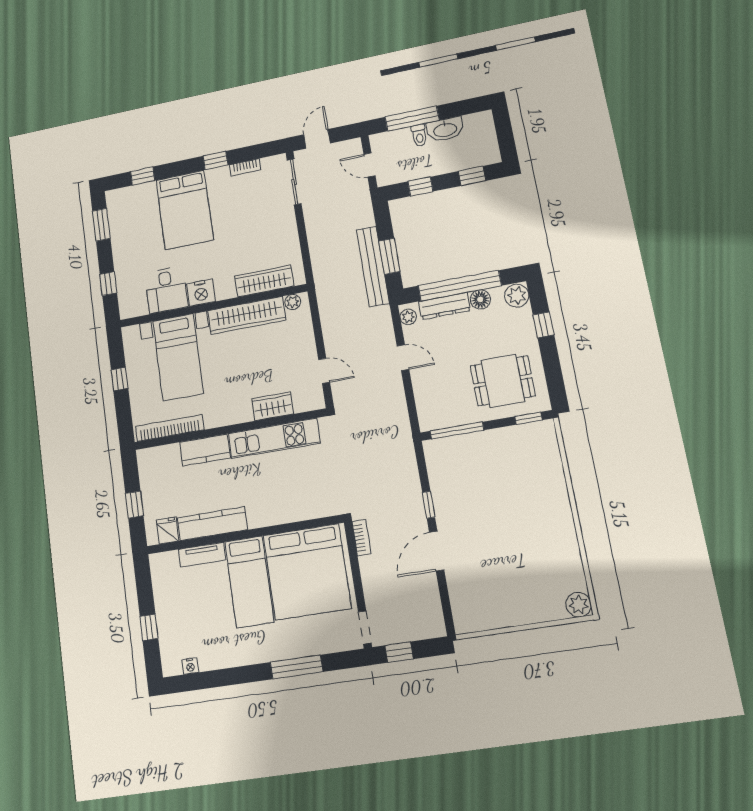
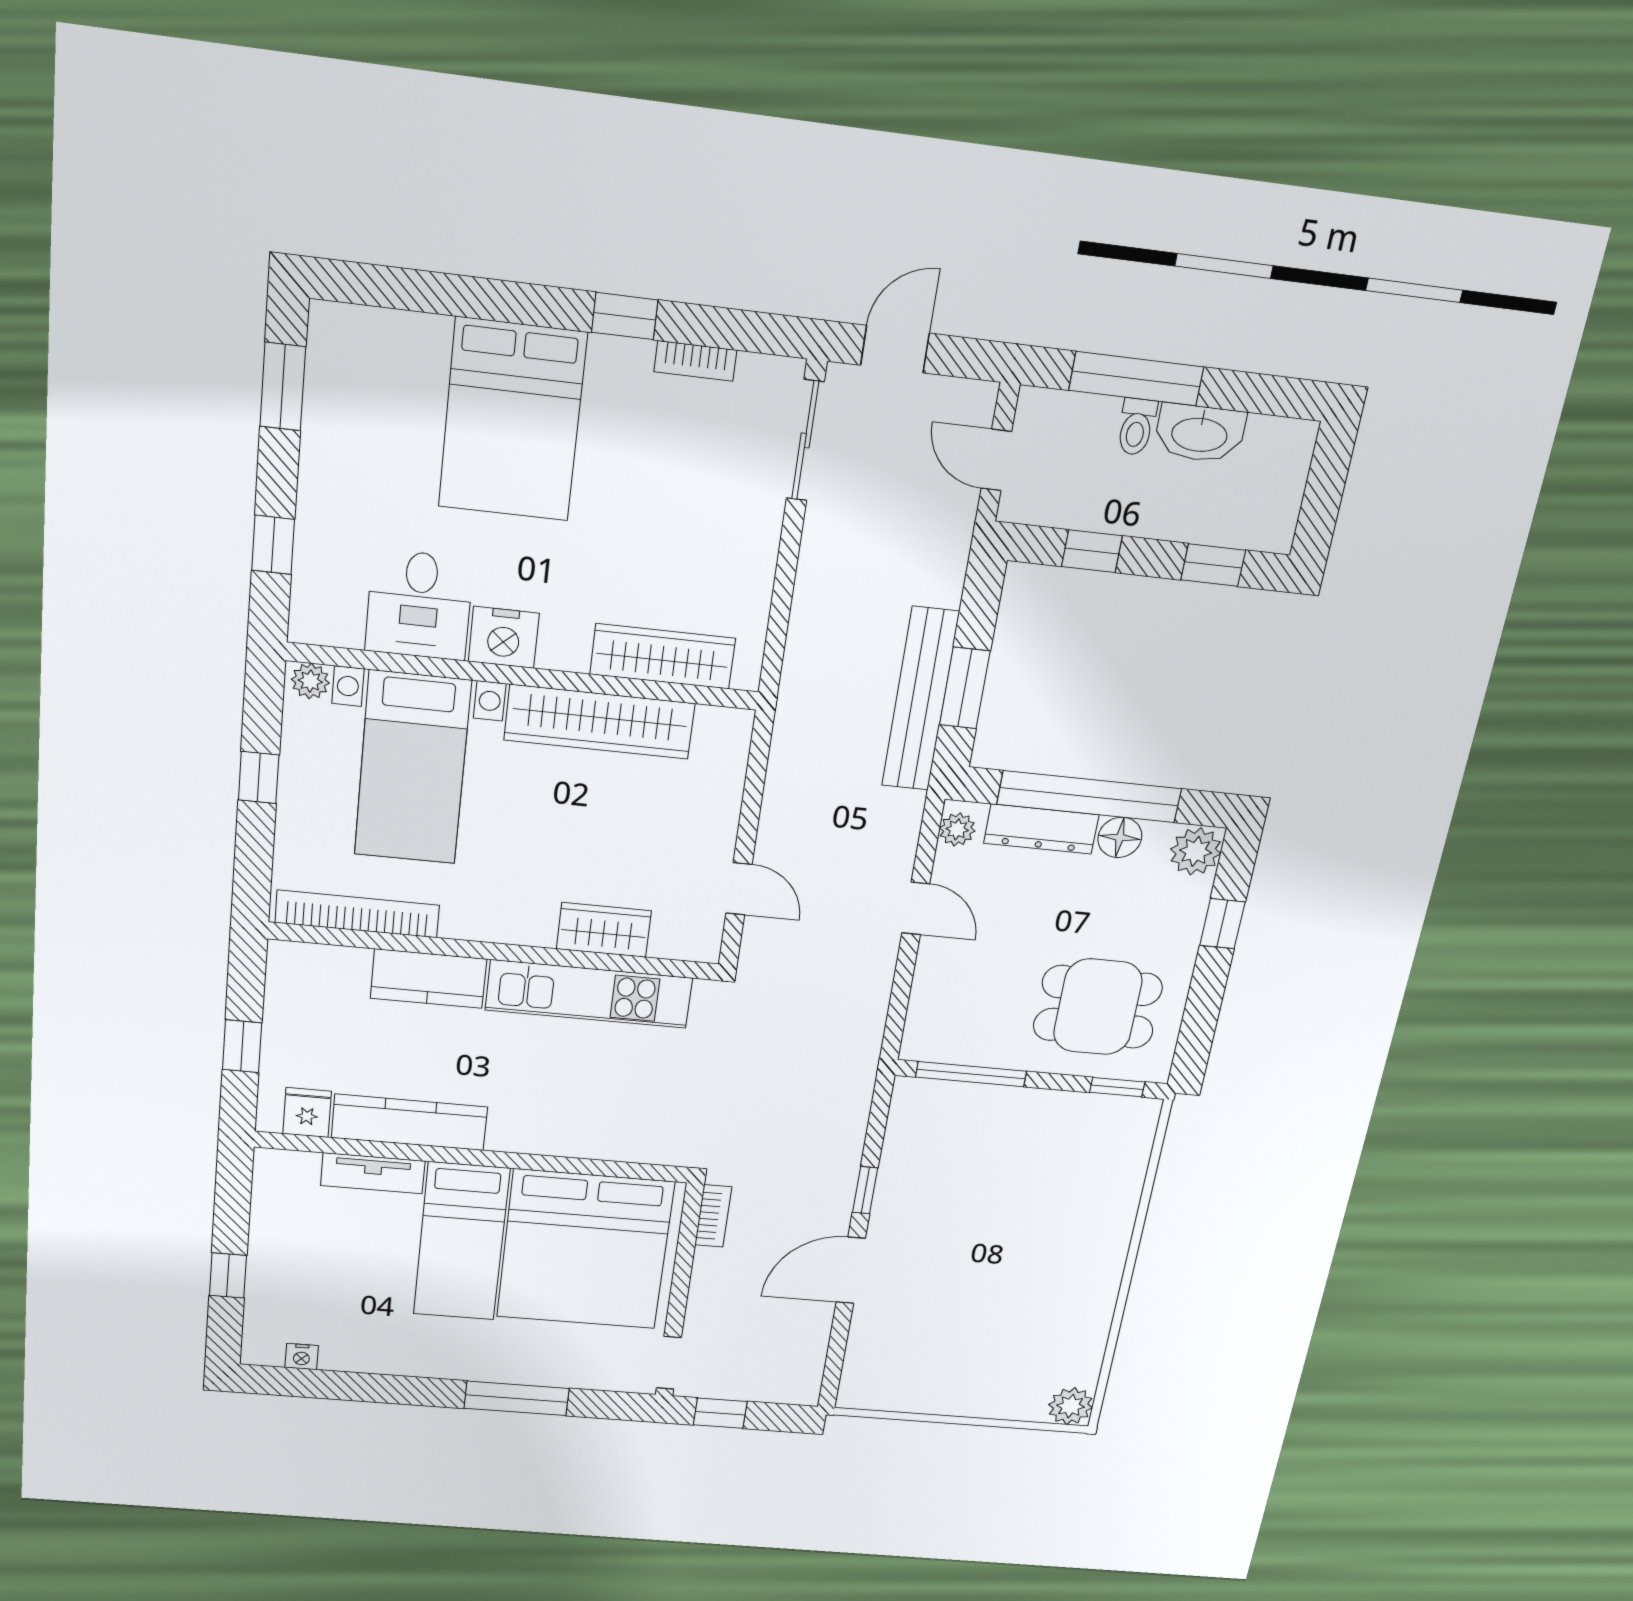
window: (143, 176) -> (422, 291), removed
plant: (293, 302) -> (310, 681), moved

